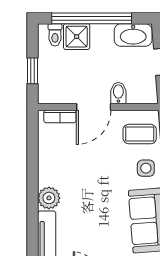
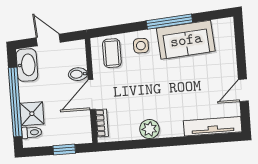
door: (94, 107) -> (92, 95), swing flipped
plant: (49, 198) -> (149, 129), moved

